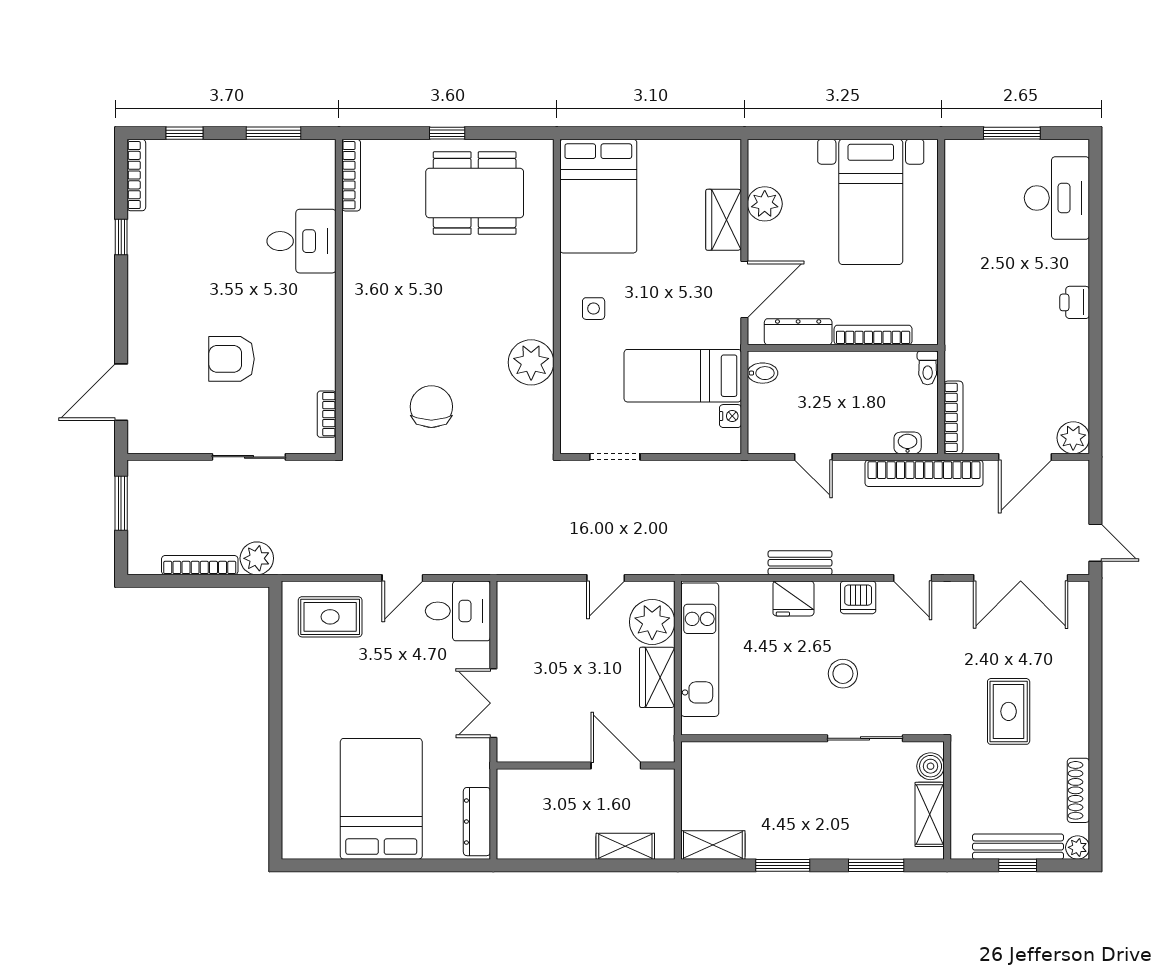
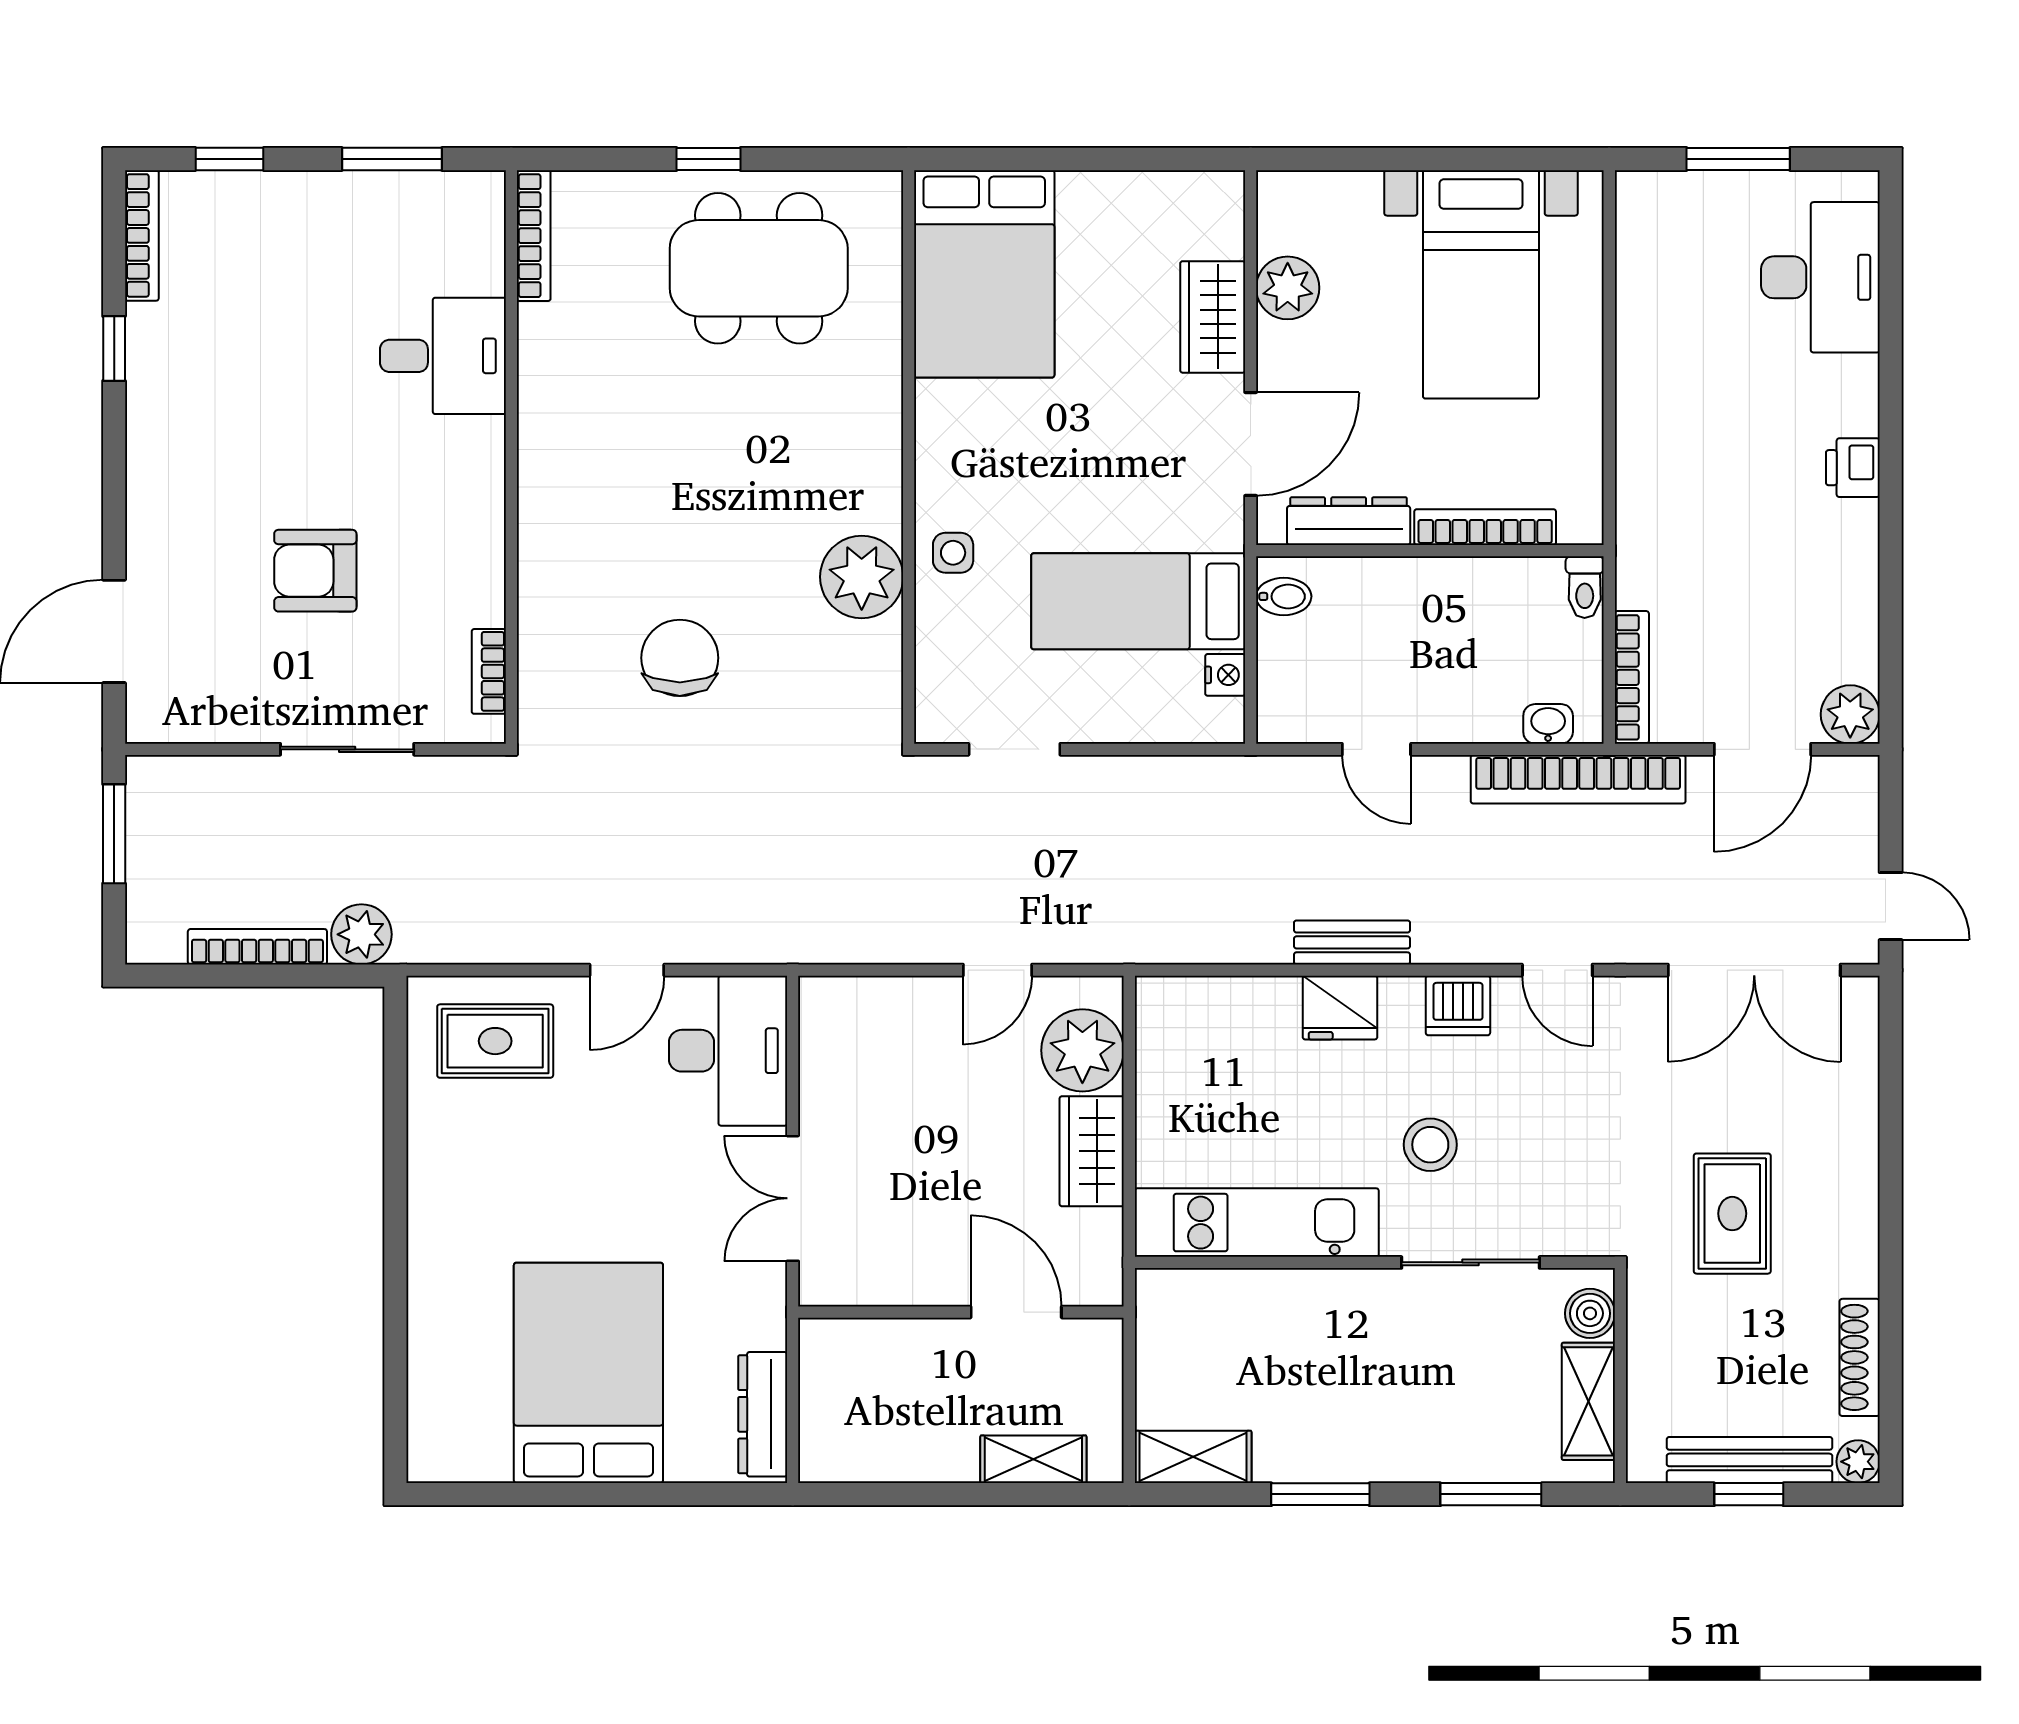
side table: (594, 309) -> (953, 553), moved
desk: (458, 611) -> (728, 1051), width x1.37
kitchen unit: (700, 650) -> (1257, 1223), moved, turned -90

